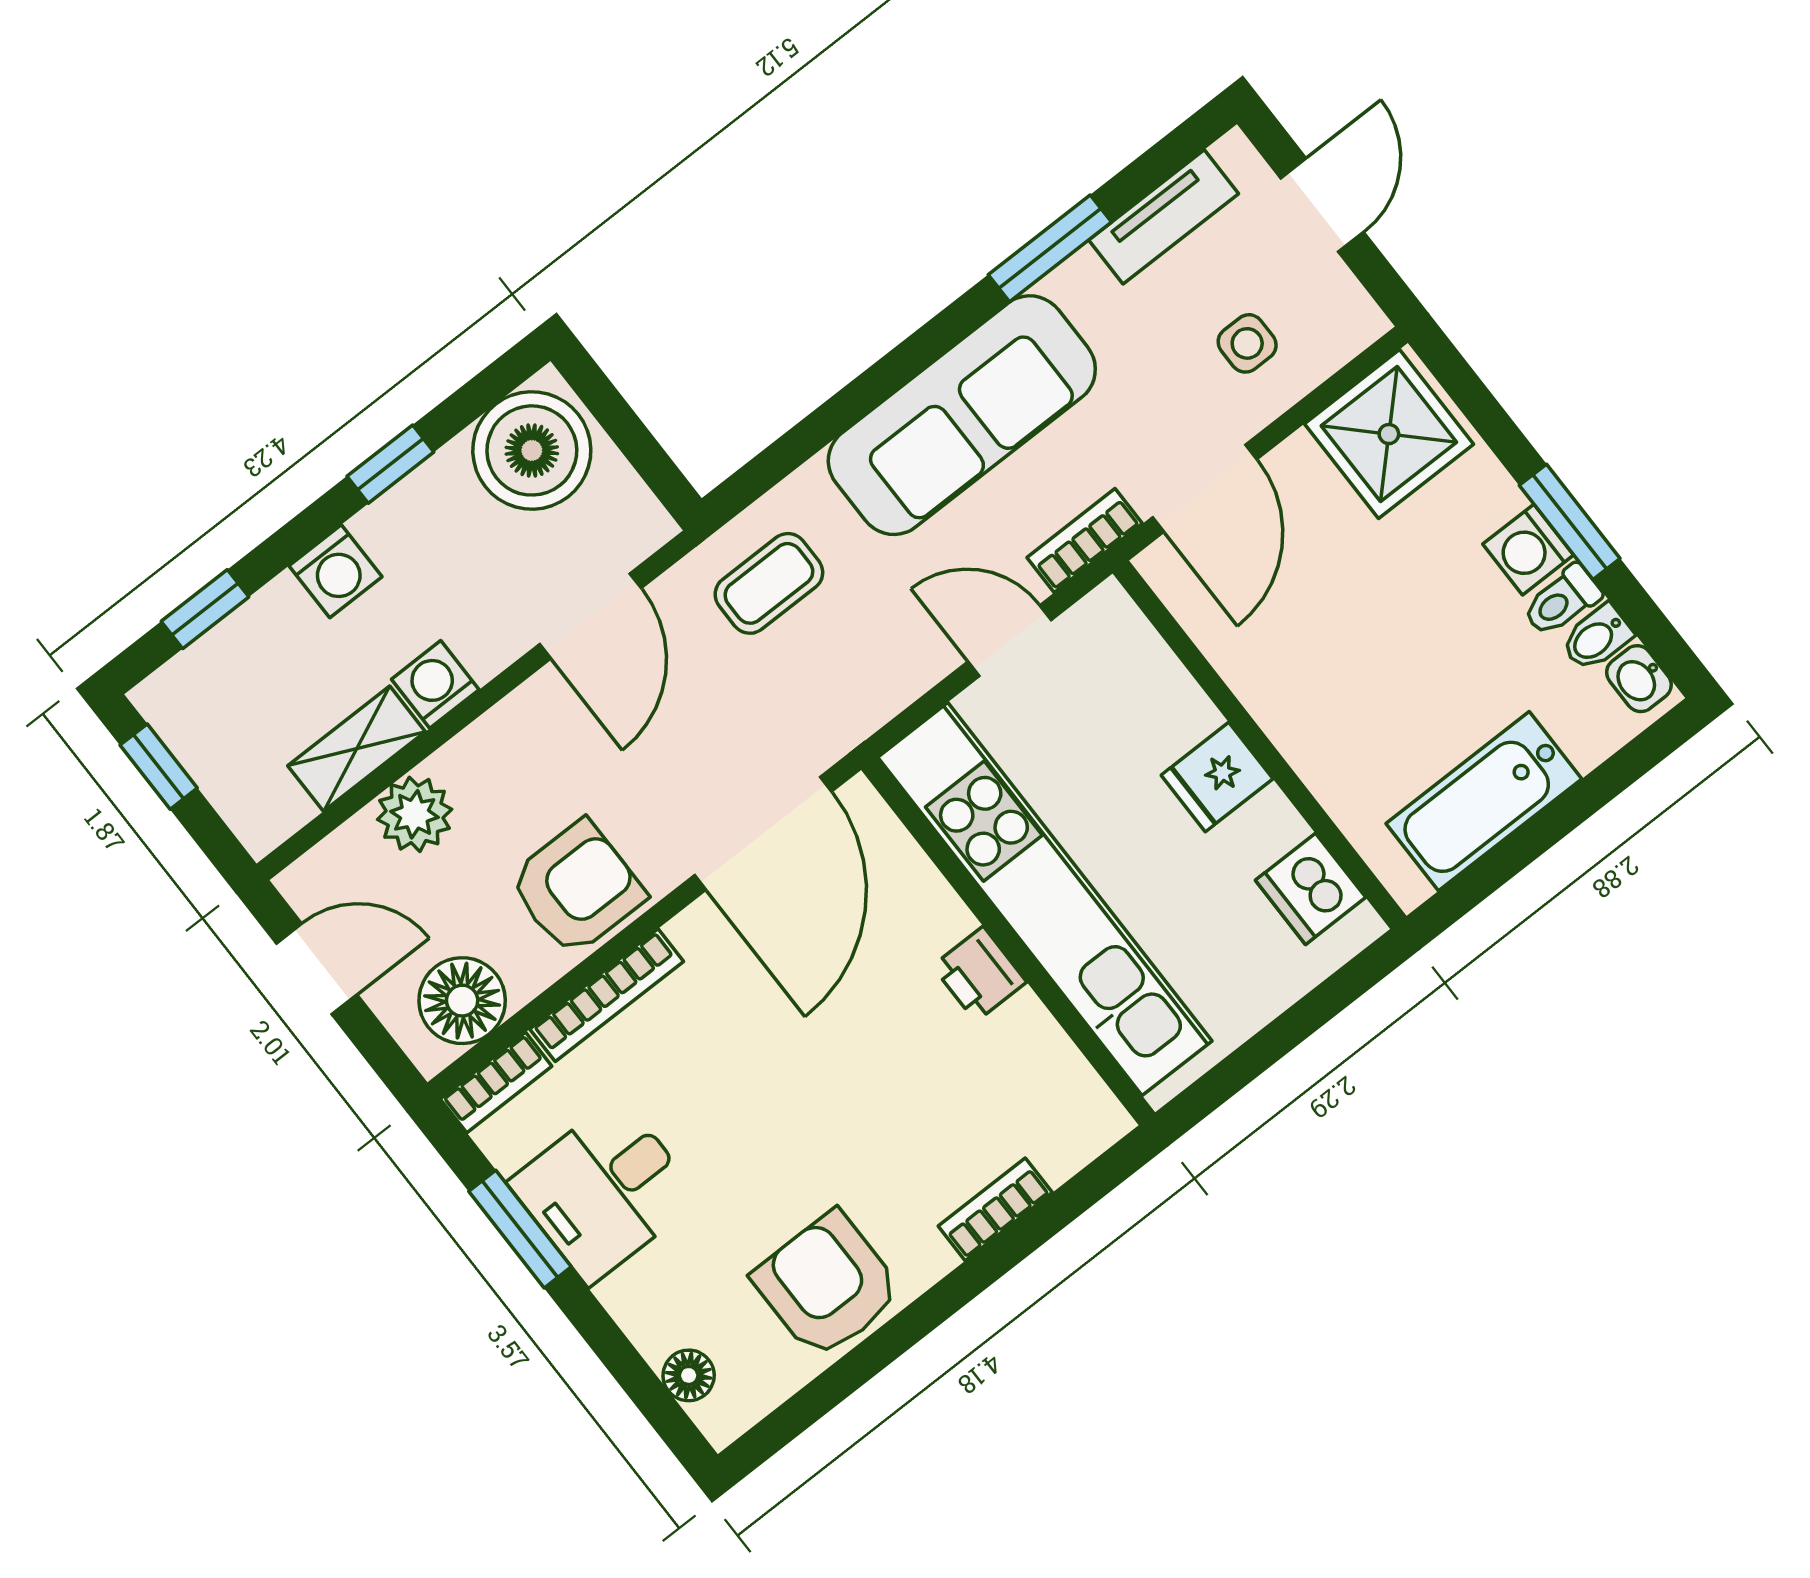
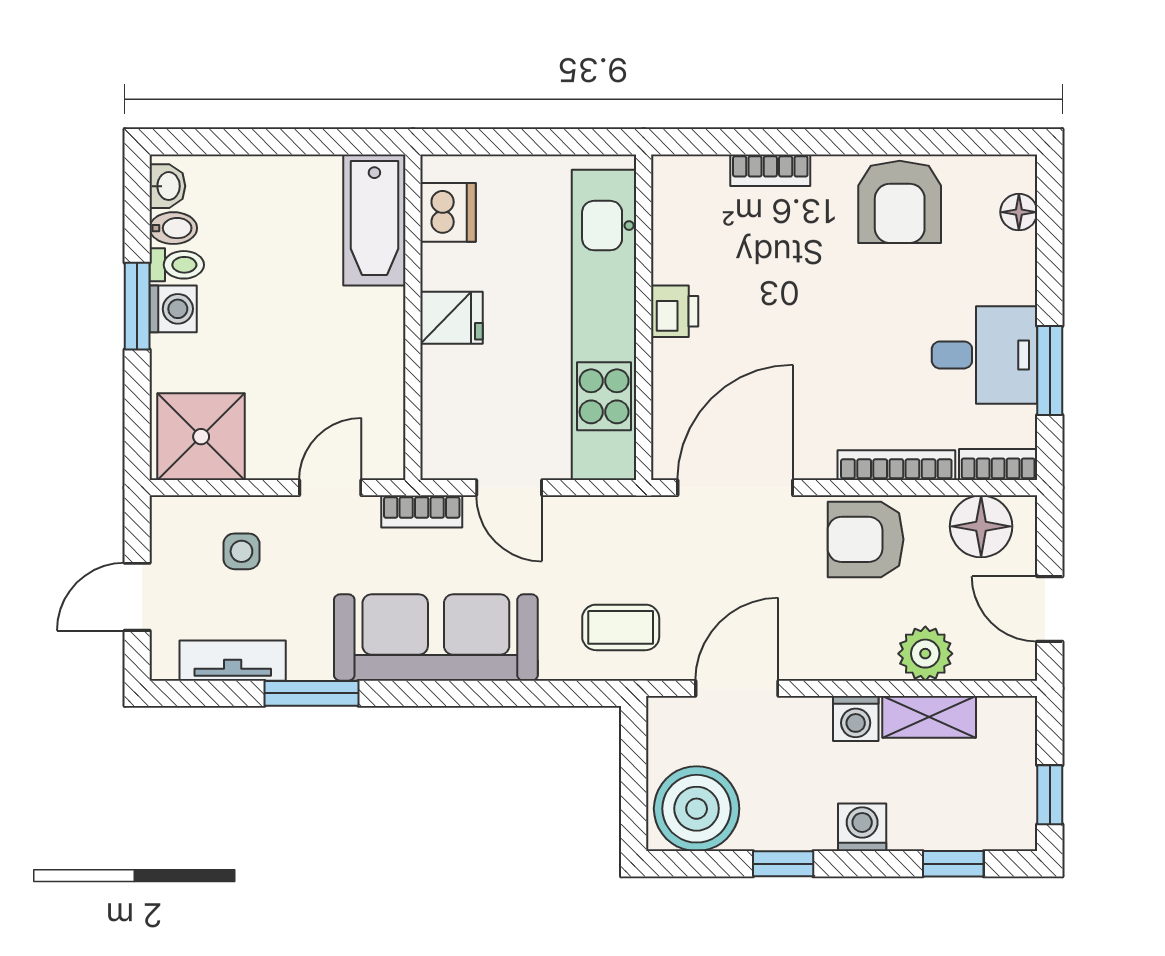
door: (1205, 488) -> (330, 488), width x0.73
bathtub: (1484, 801) -> (374, 220), moved, turned 90

